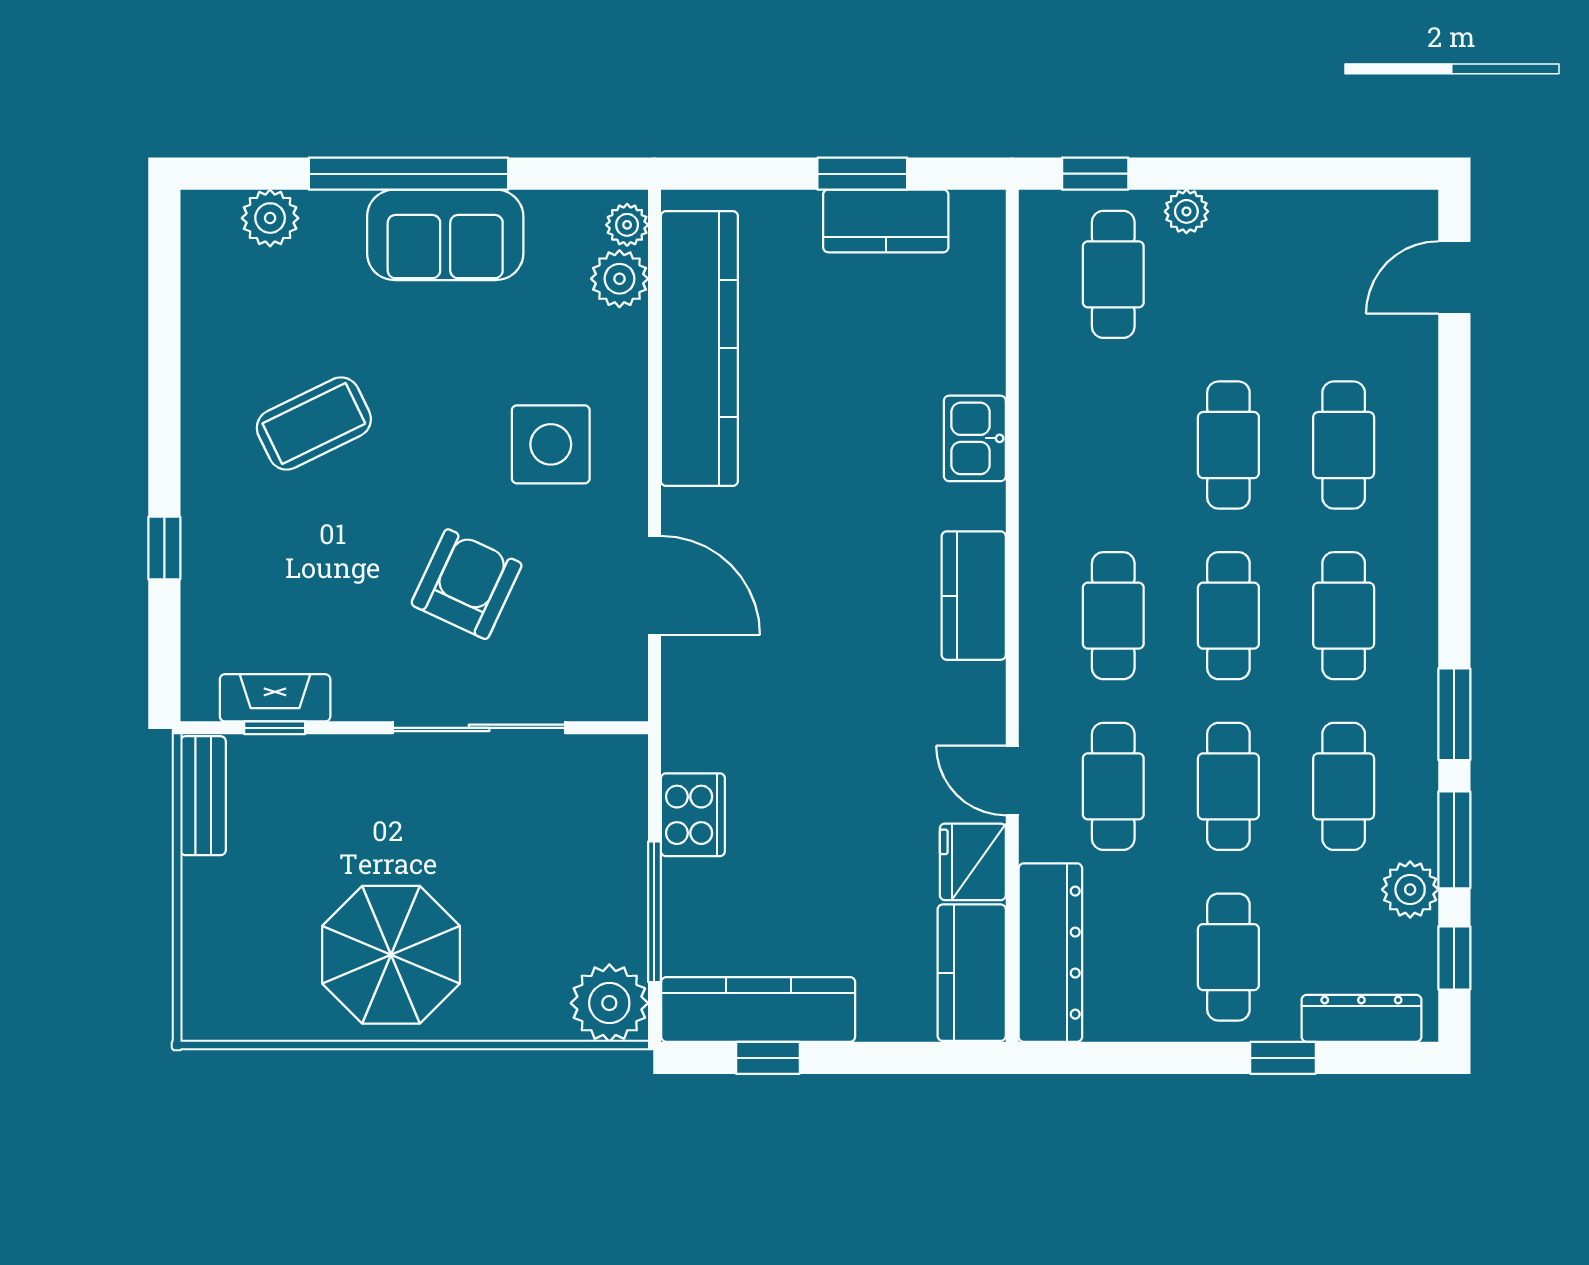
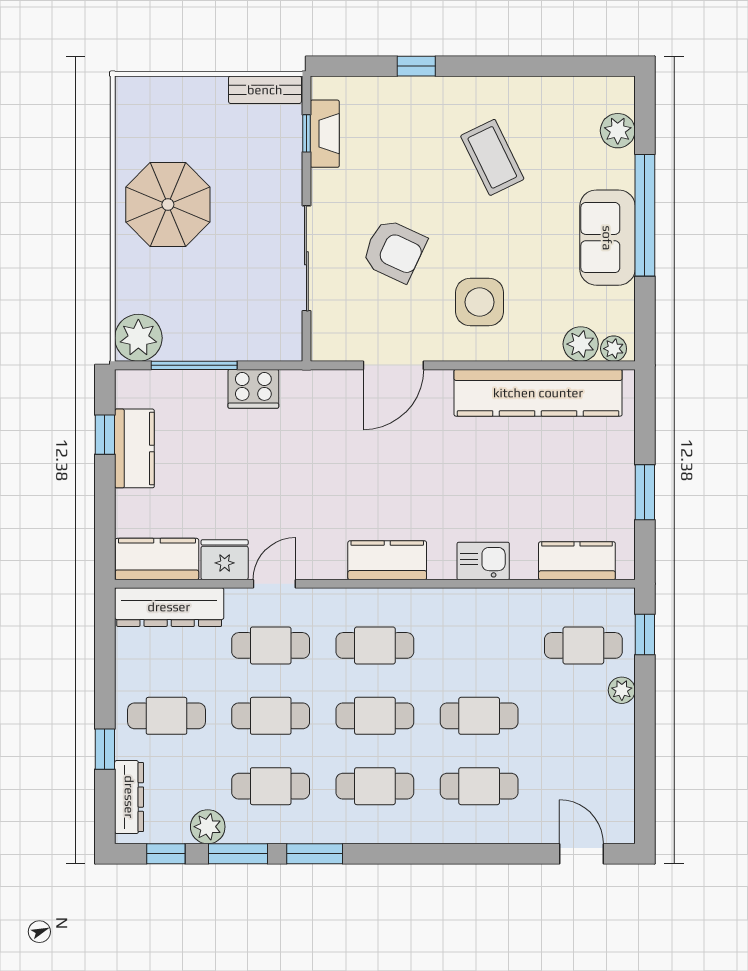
kitchen counter: (886, 221) -> (577, 561), moved, turned 90
kitchen counter: (758, 1009) -> (134, 448), width x0.67

